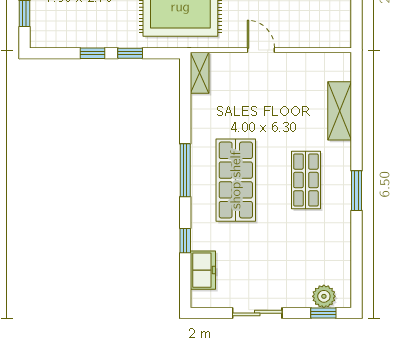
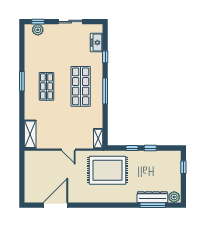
shelving: (340, 111) -> (30, 134), moved

